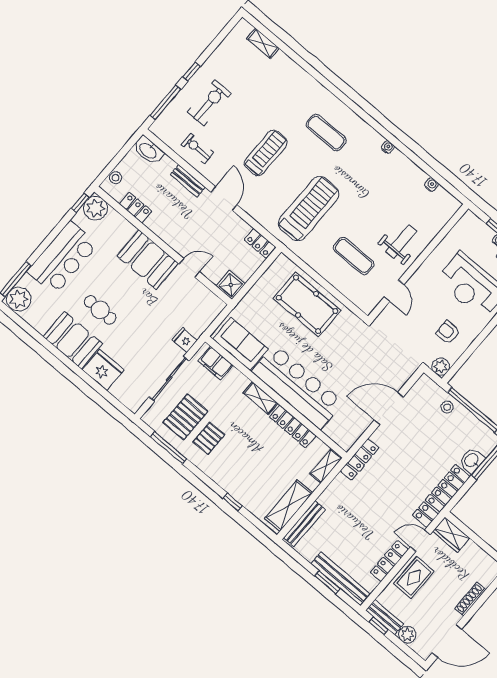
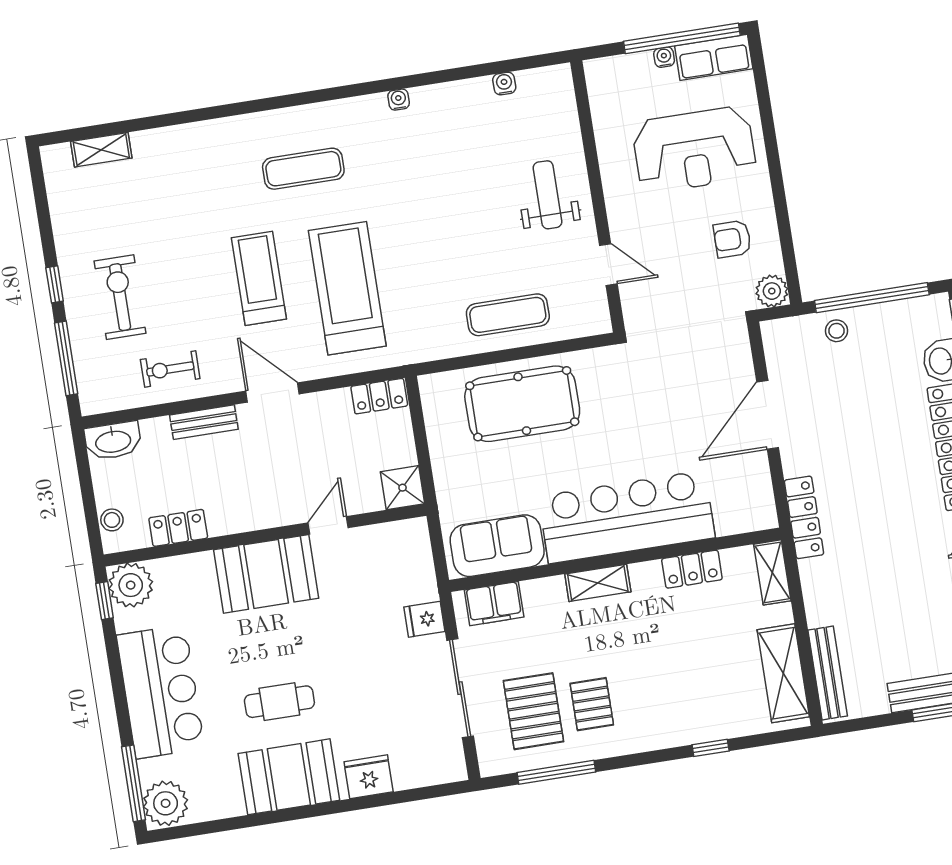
treadmill: (309, 209) -> (347, 288), moved
exercise mat: (354, 256) -> (508, 315), moved
fridge: (103, 370) -> (369, 777), width x0.73, depth x0.75
locker: (293, 426) -> (692, 569), width x0.66

